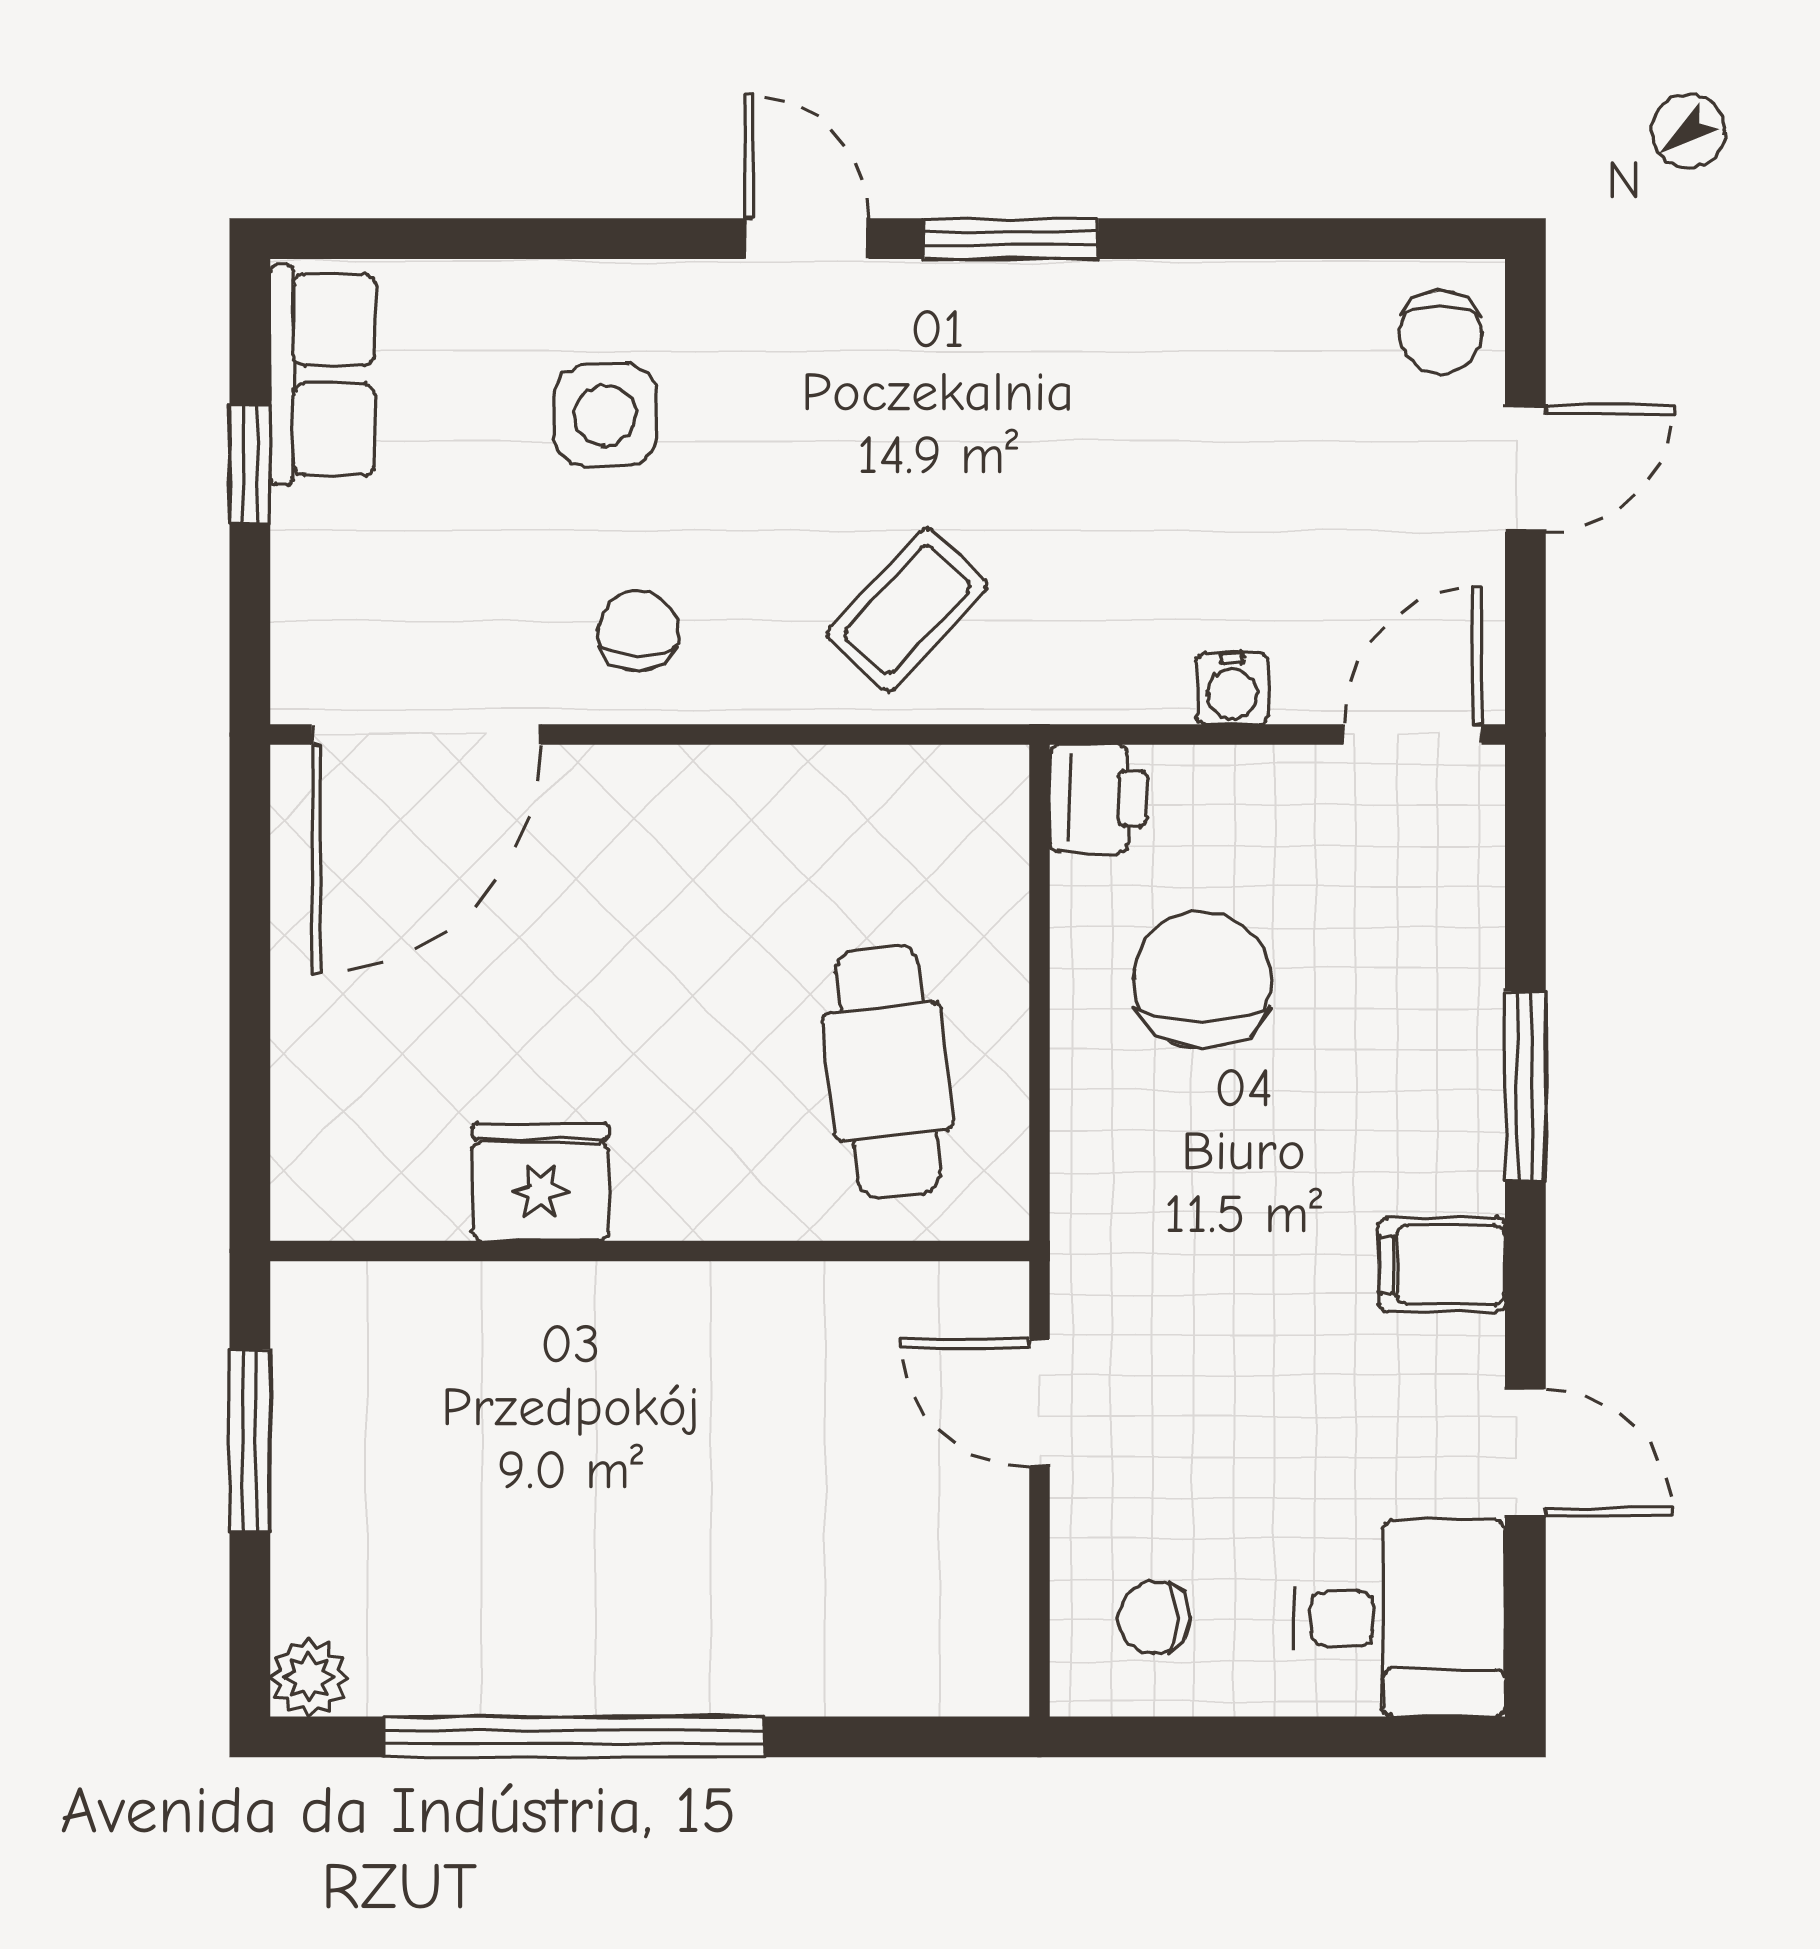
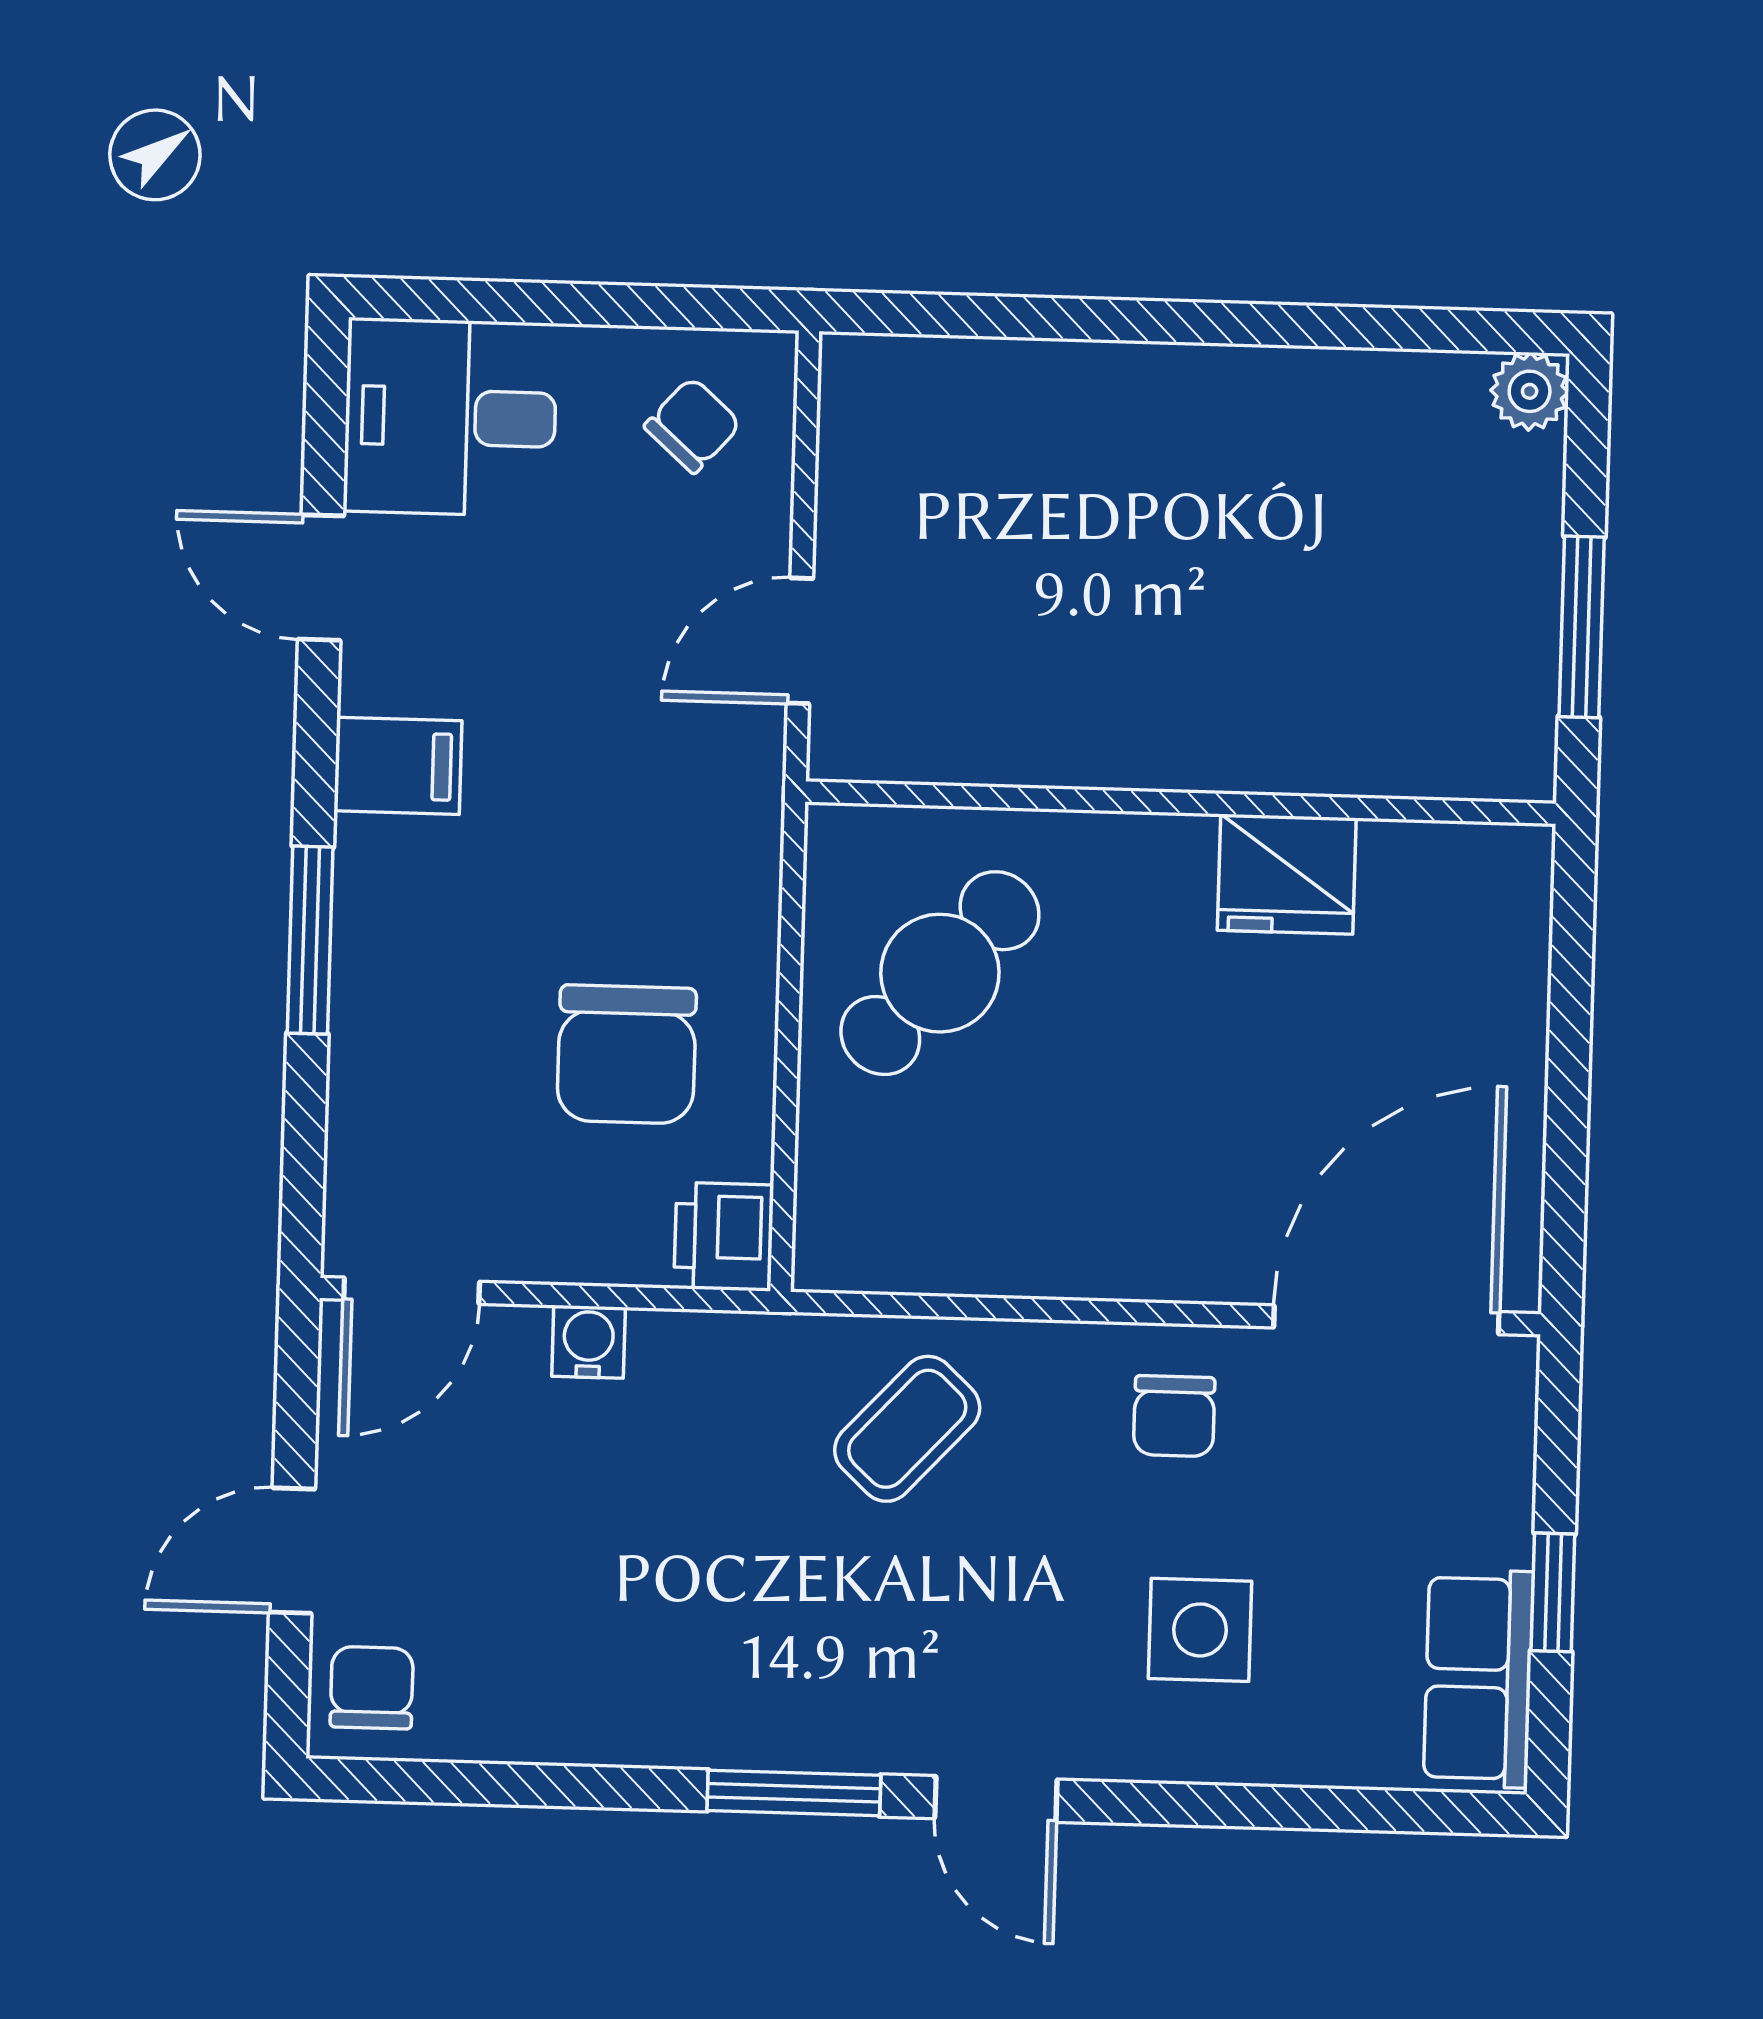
cafe table: (888, 1072) -> (940, 973), turned 48
door: (1039, 1403) -> (800, 641), swing flipped
chair: (1154, 1618) -> (693, 425), turned -48
window: (574, 1737) -> (1270, 325), removed

